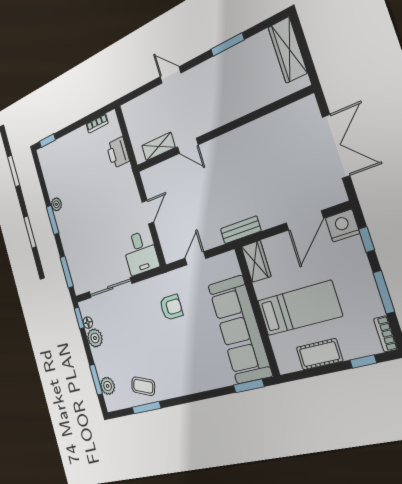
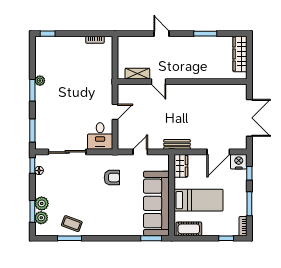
printer: (118, 153) -> (105, 65), removed
plant: (95, 338) -> (42, 203), moved
cot: (319, 354) -> (189, 229), moved

